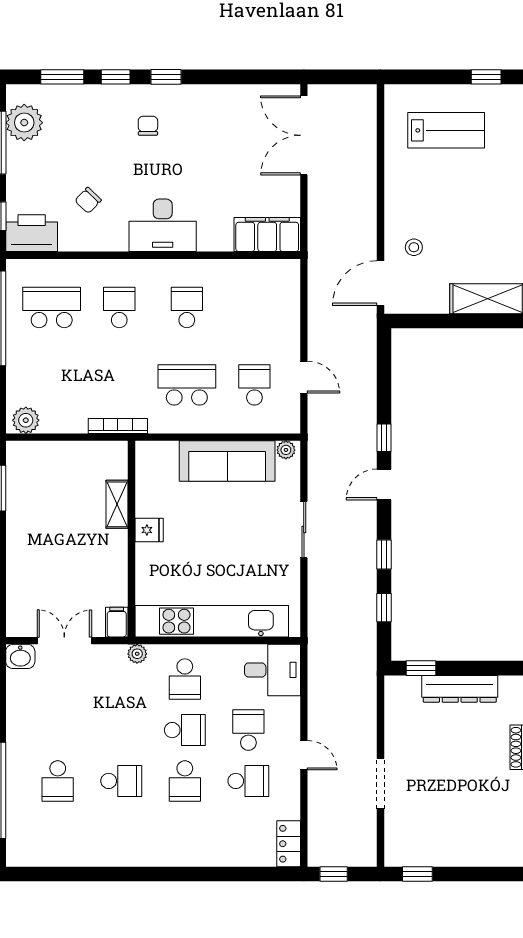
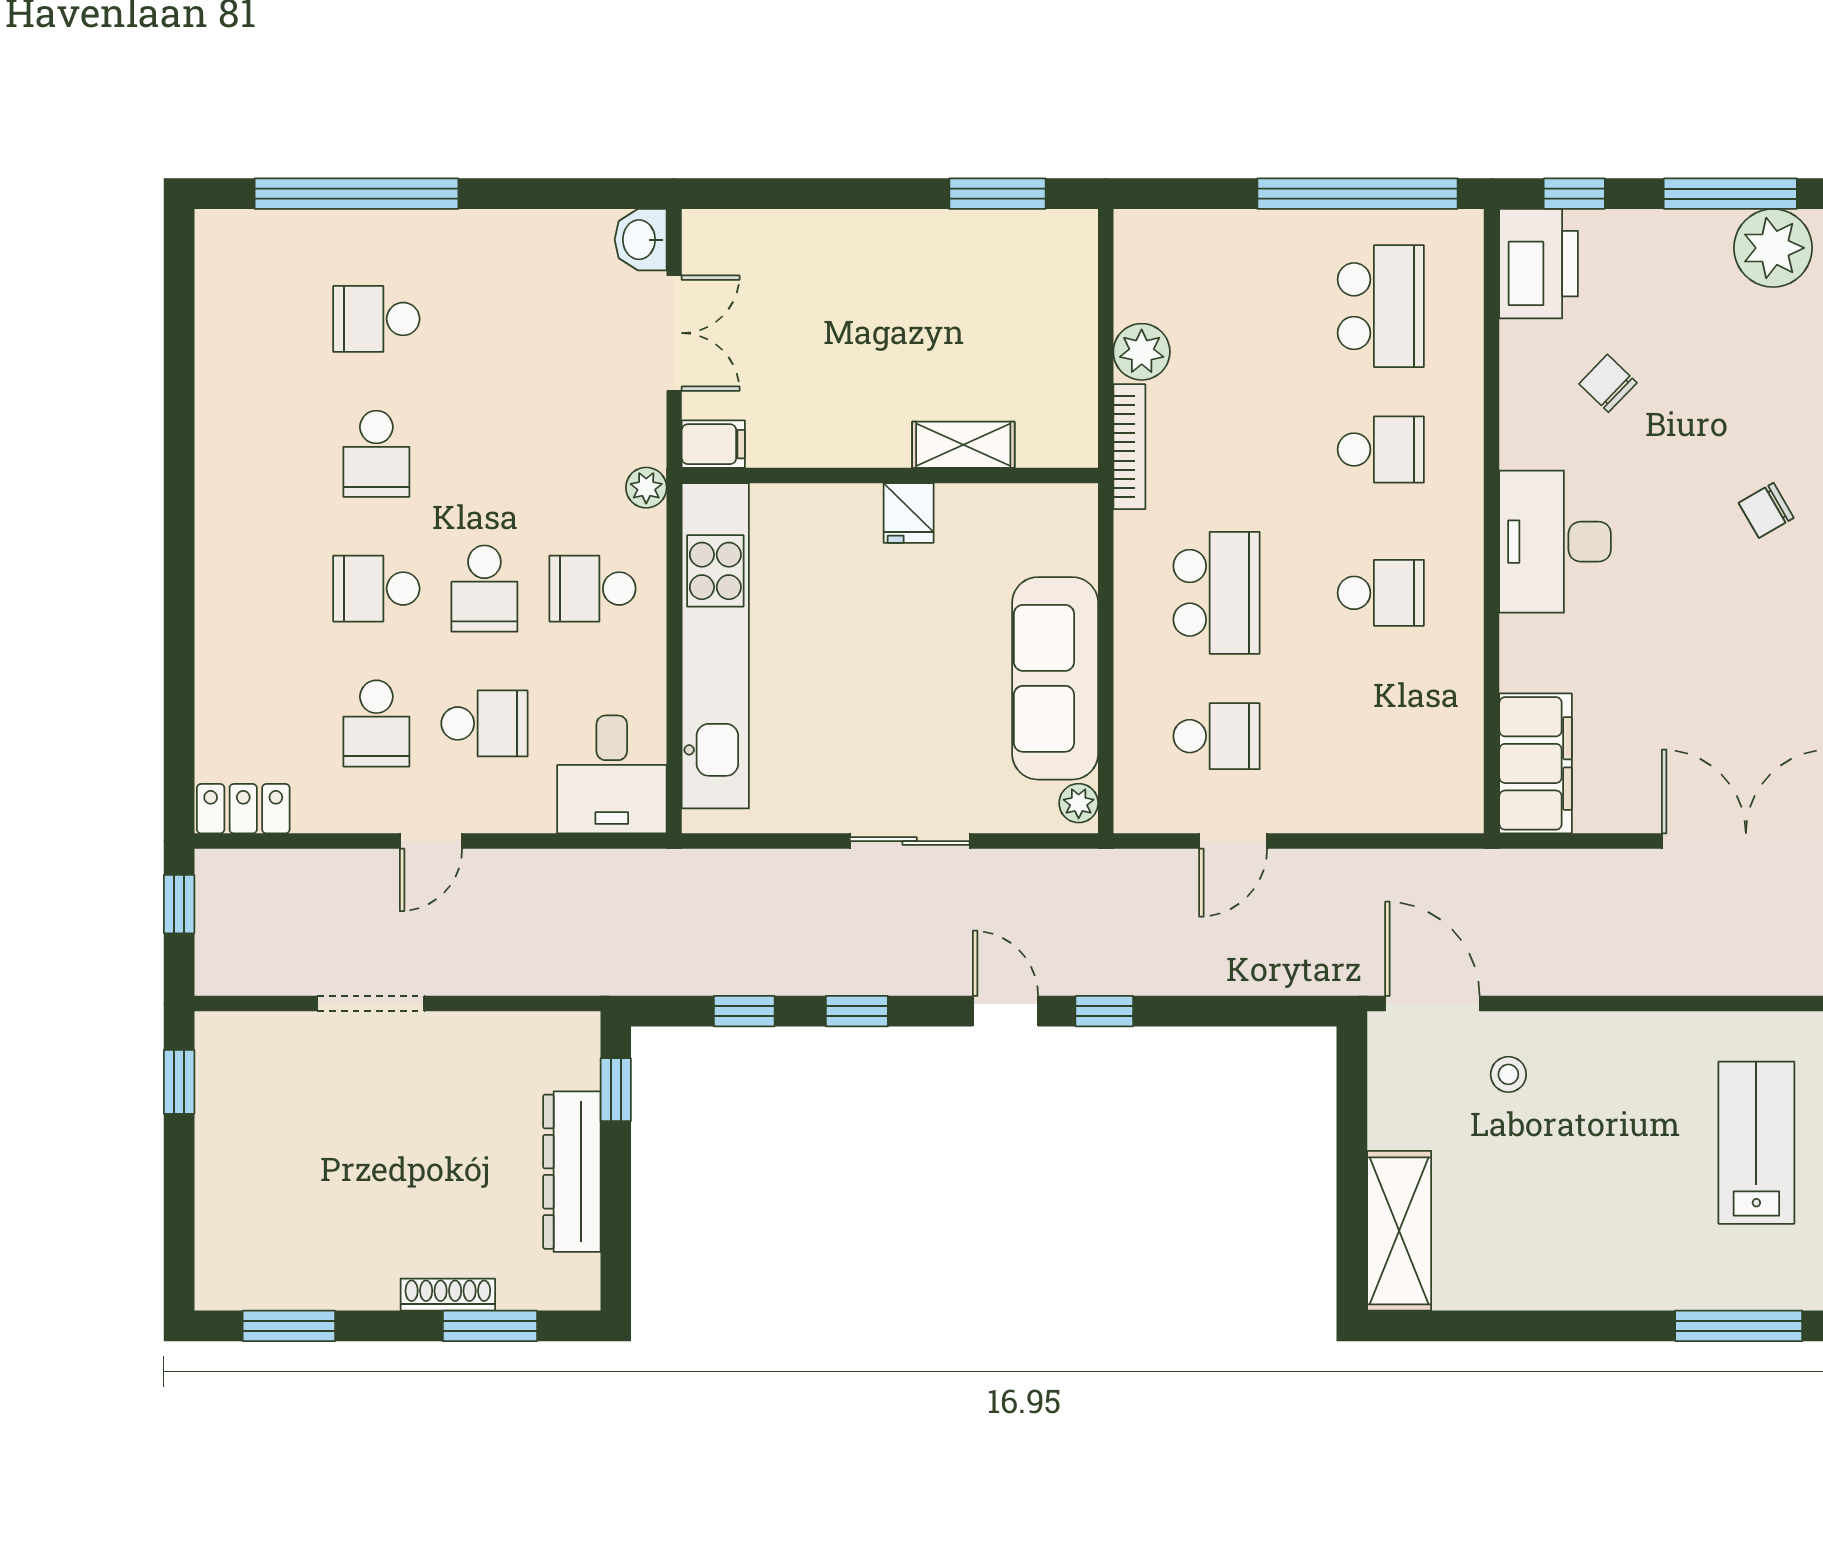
chair: (148, 126) -> (1766, 510), turned 150
lab bench: (446, 130) -> (1756, 1143), turned 180
plant: (26, 420) -> (1142, 352), moved

